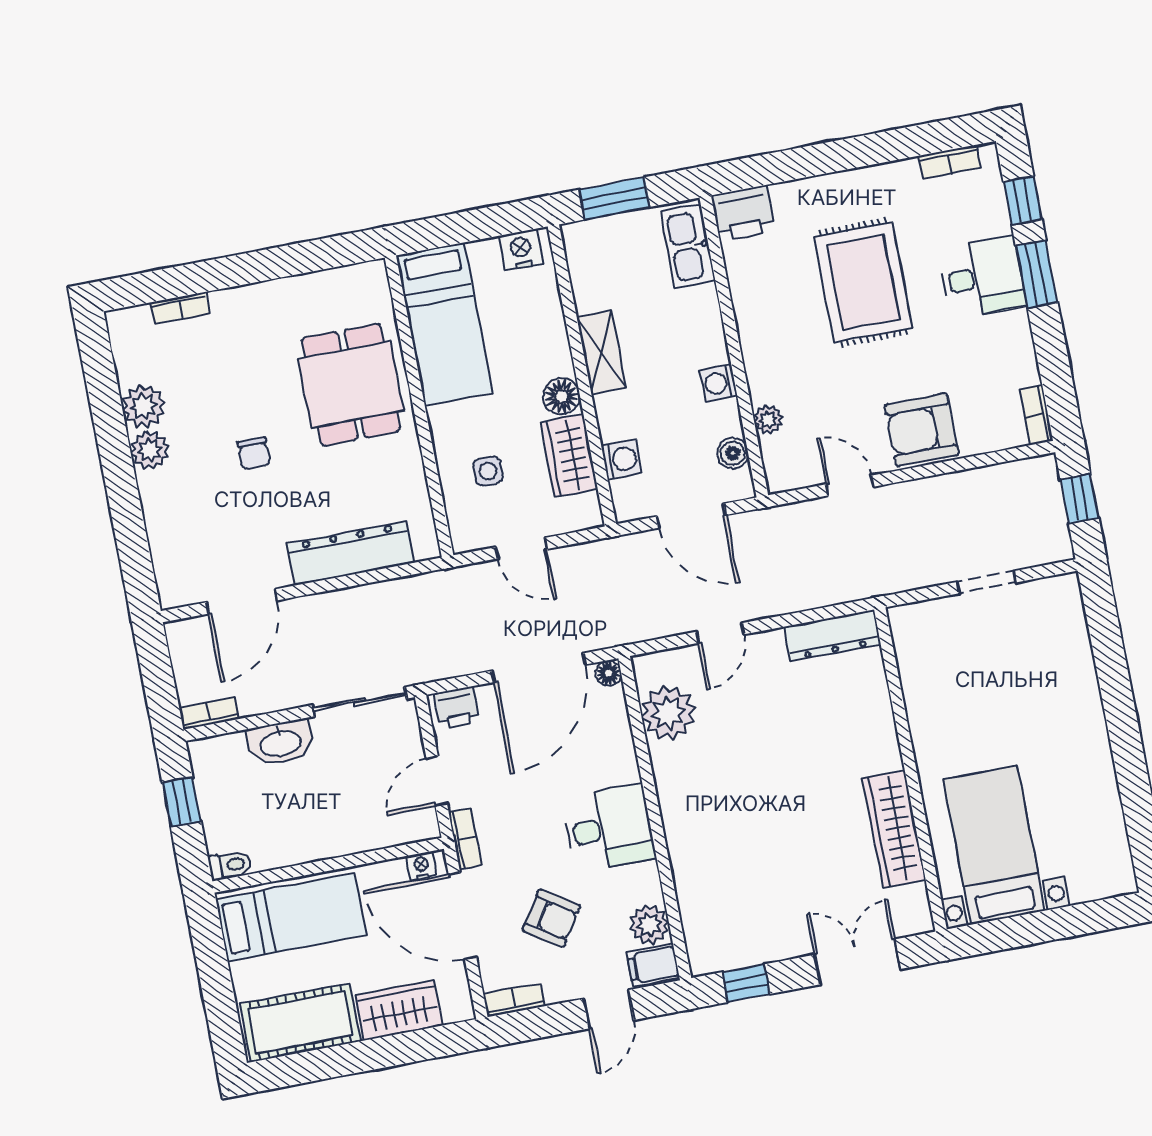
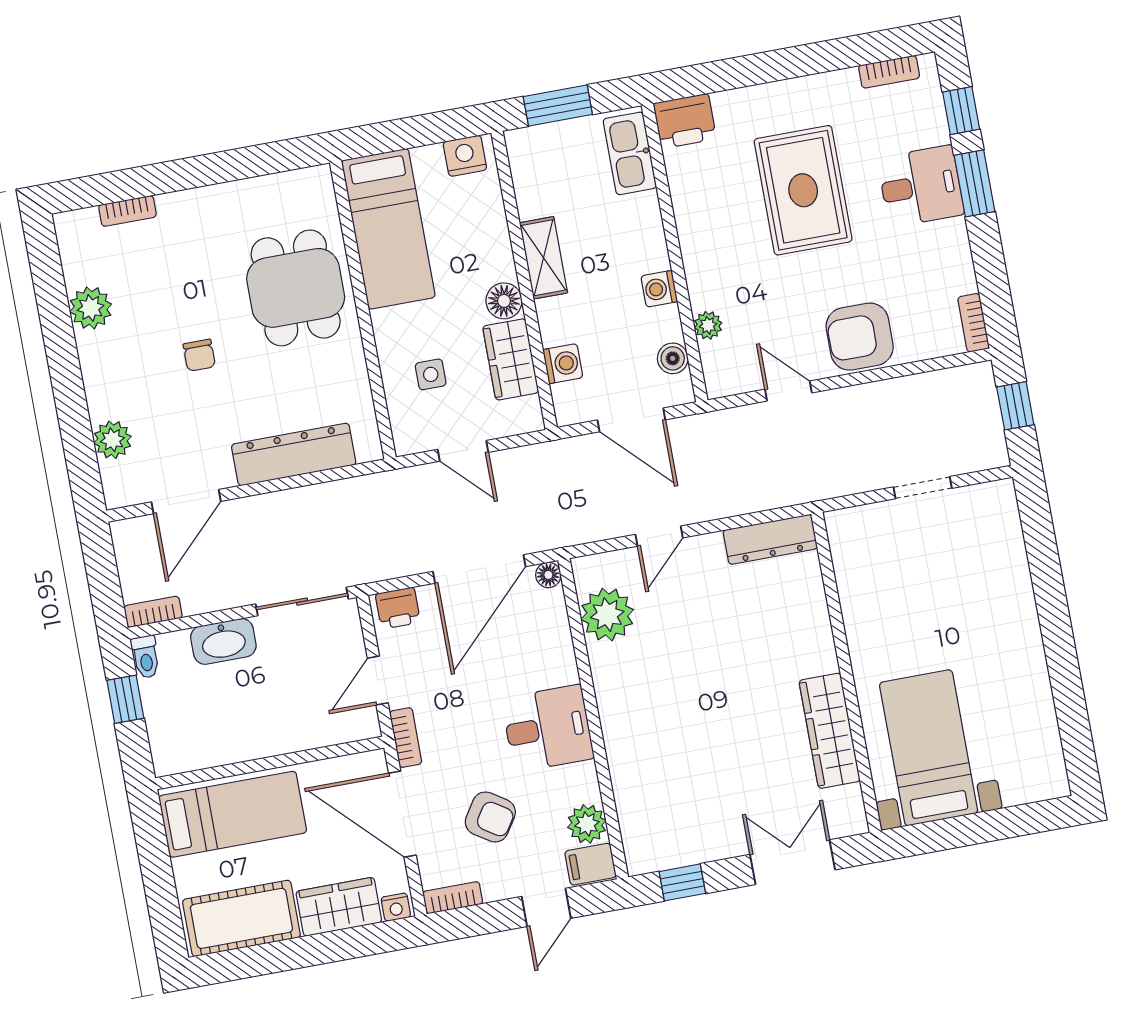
plant: (150, 450) -> (112, 440), moved
toilet: (230, 865) -> (146, 657), moved, turned 90
nightstand: (421, 866) -> (396, 907), moved, turned 180

